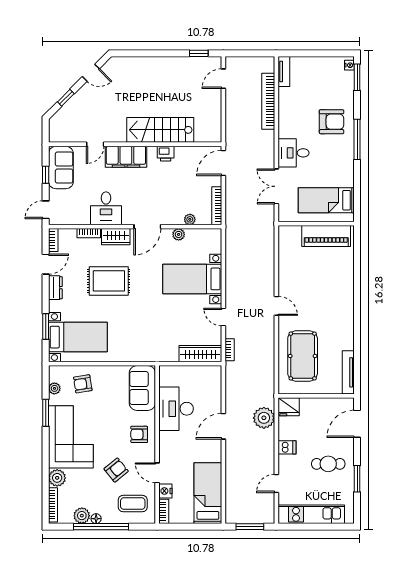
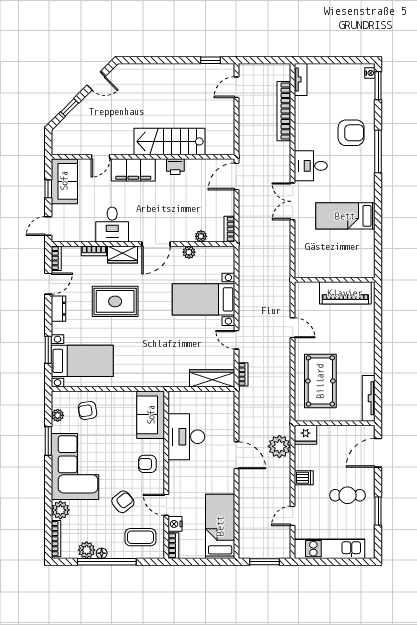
bookcase: (217, 206) -> (229, 229), width x0.64
wall: (316, 224) -> (335, 280), moved
piano: (326, 236) -> (345, 293), moved
door: (223, 426) -> (236, 455), swing flipped

